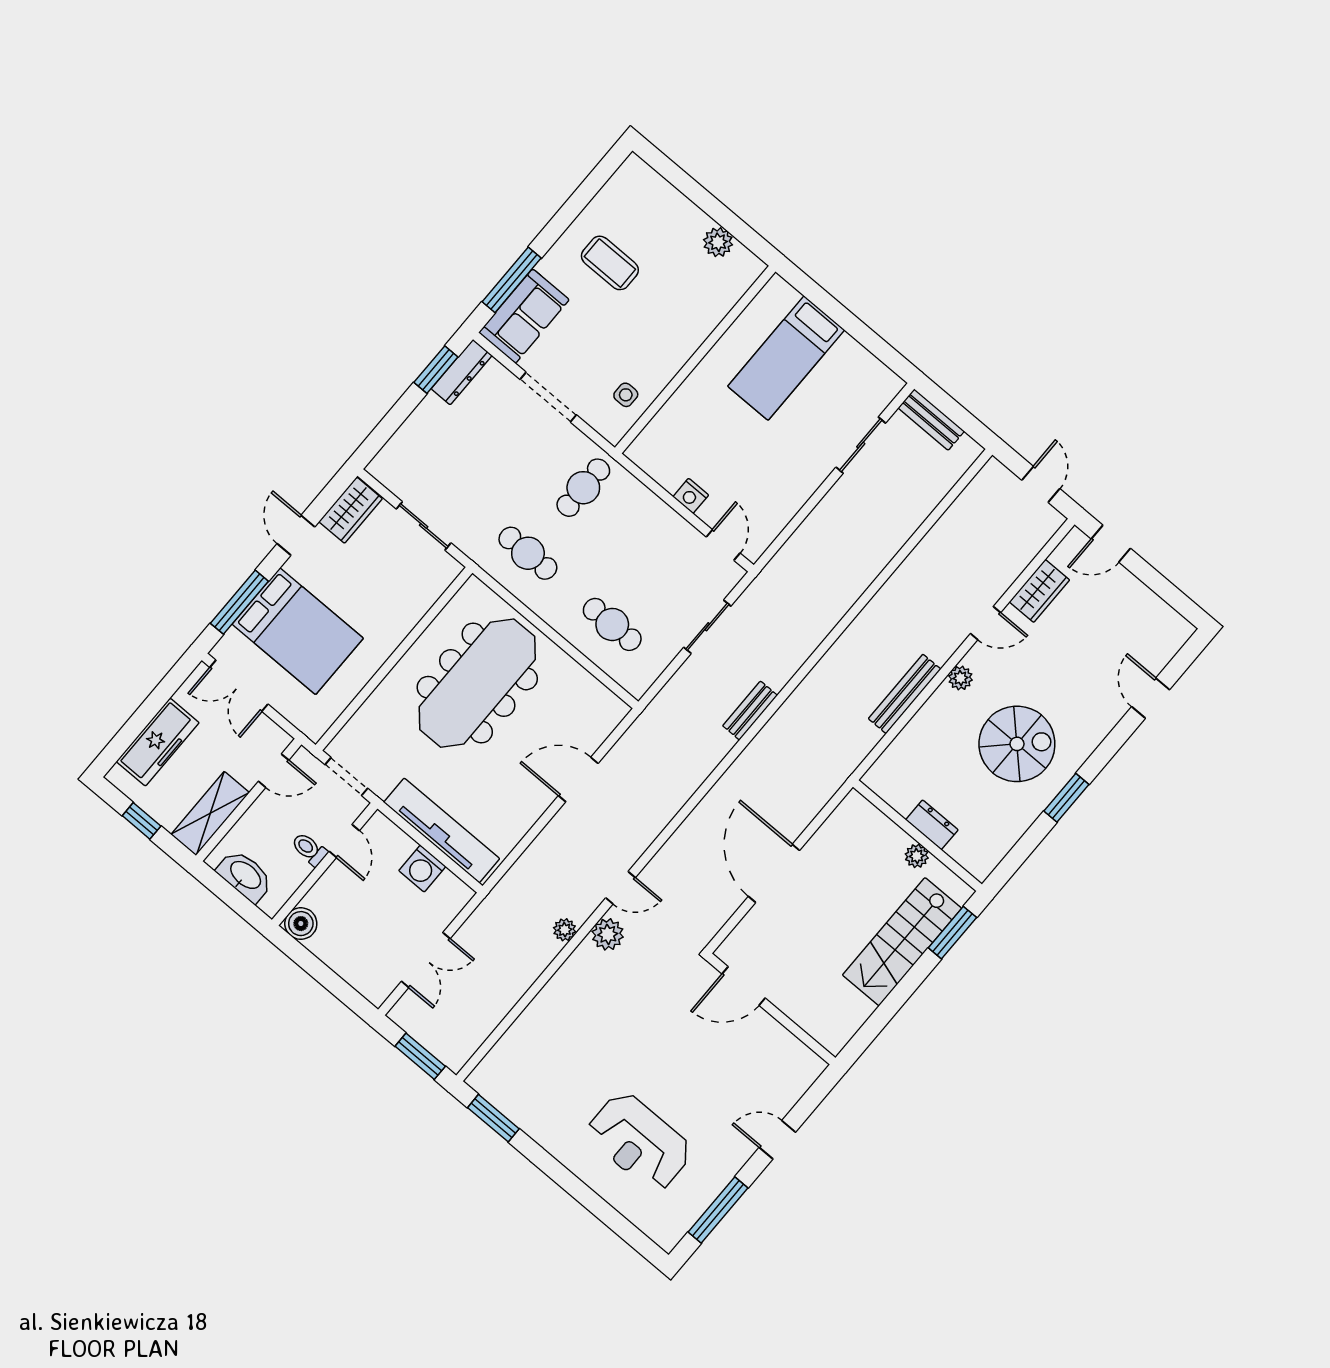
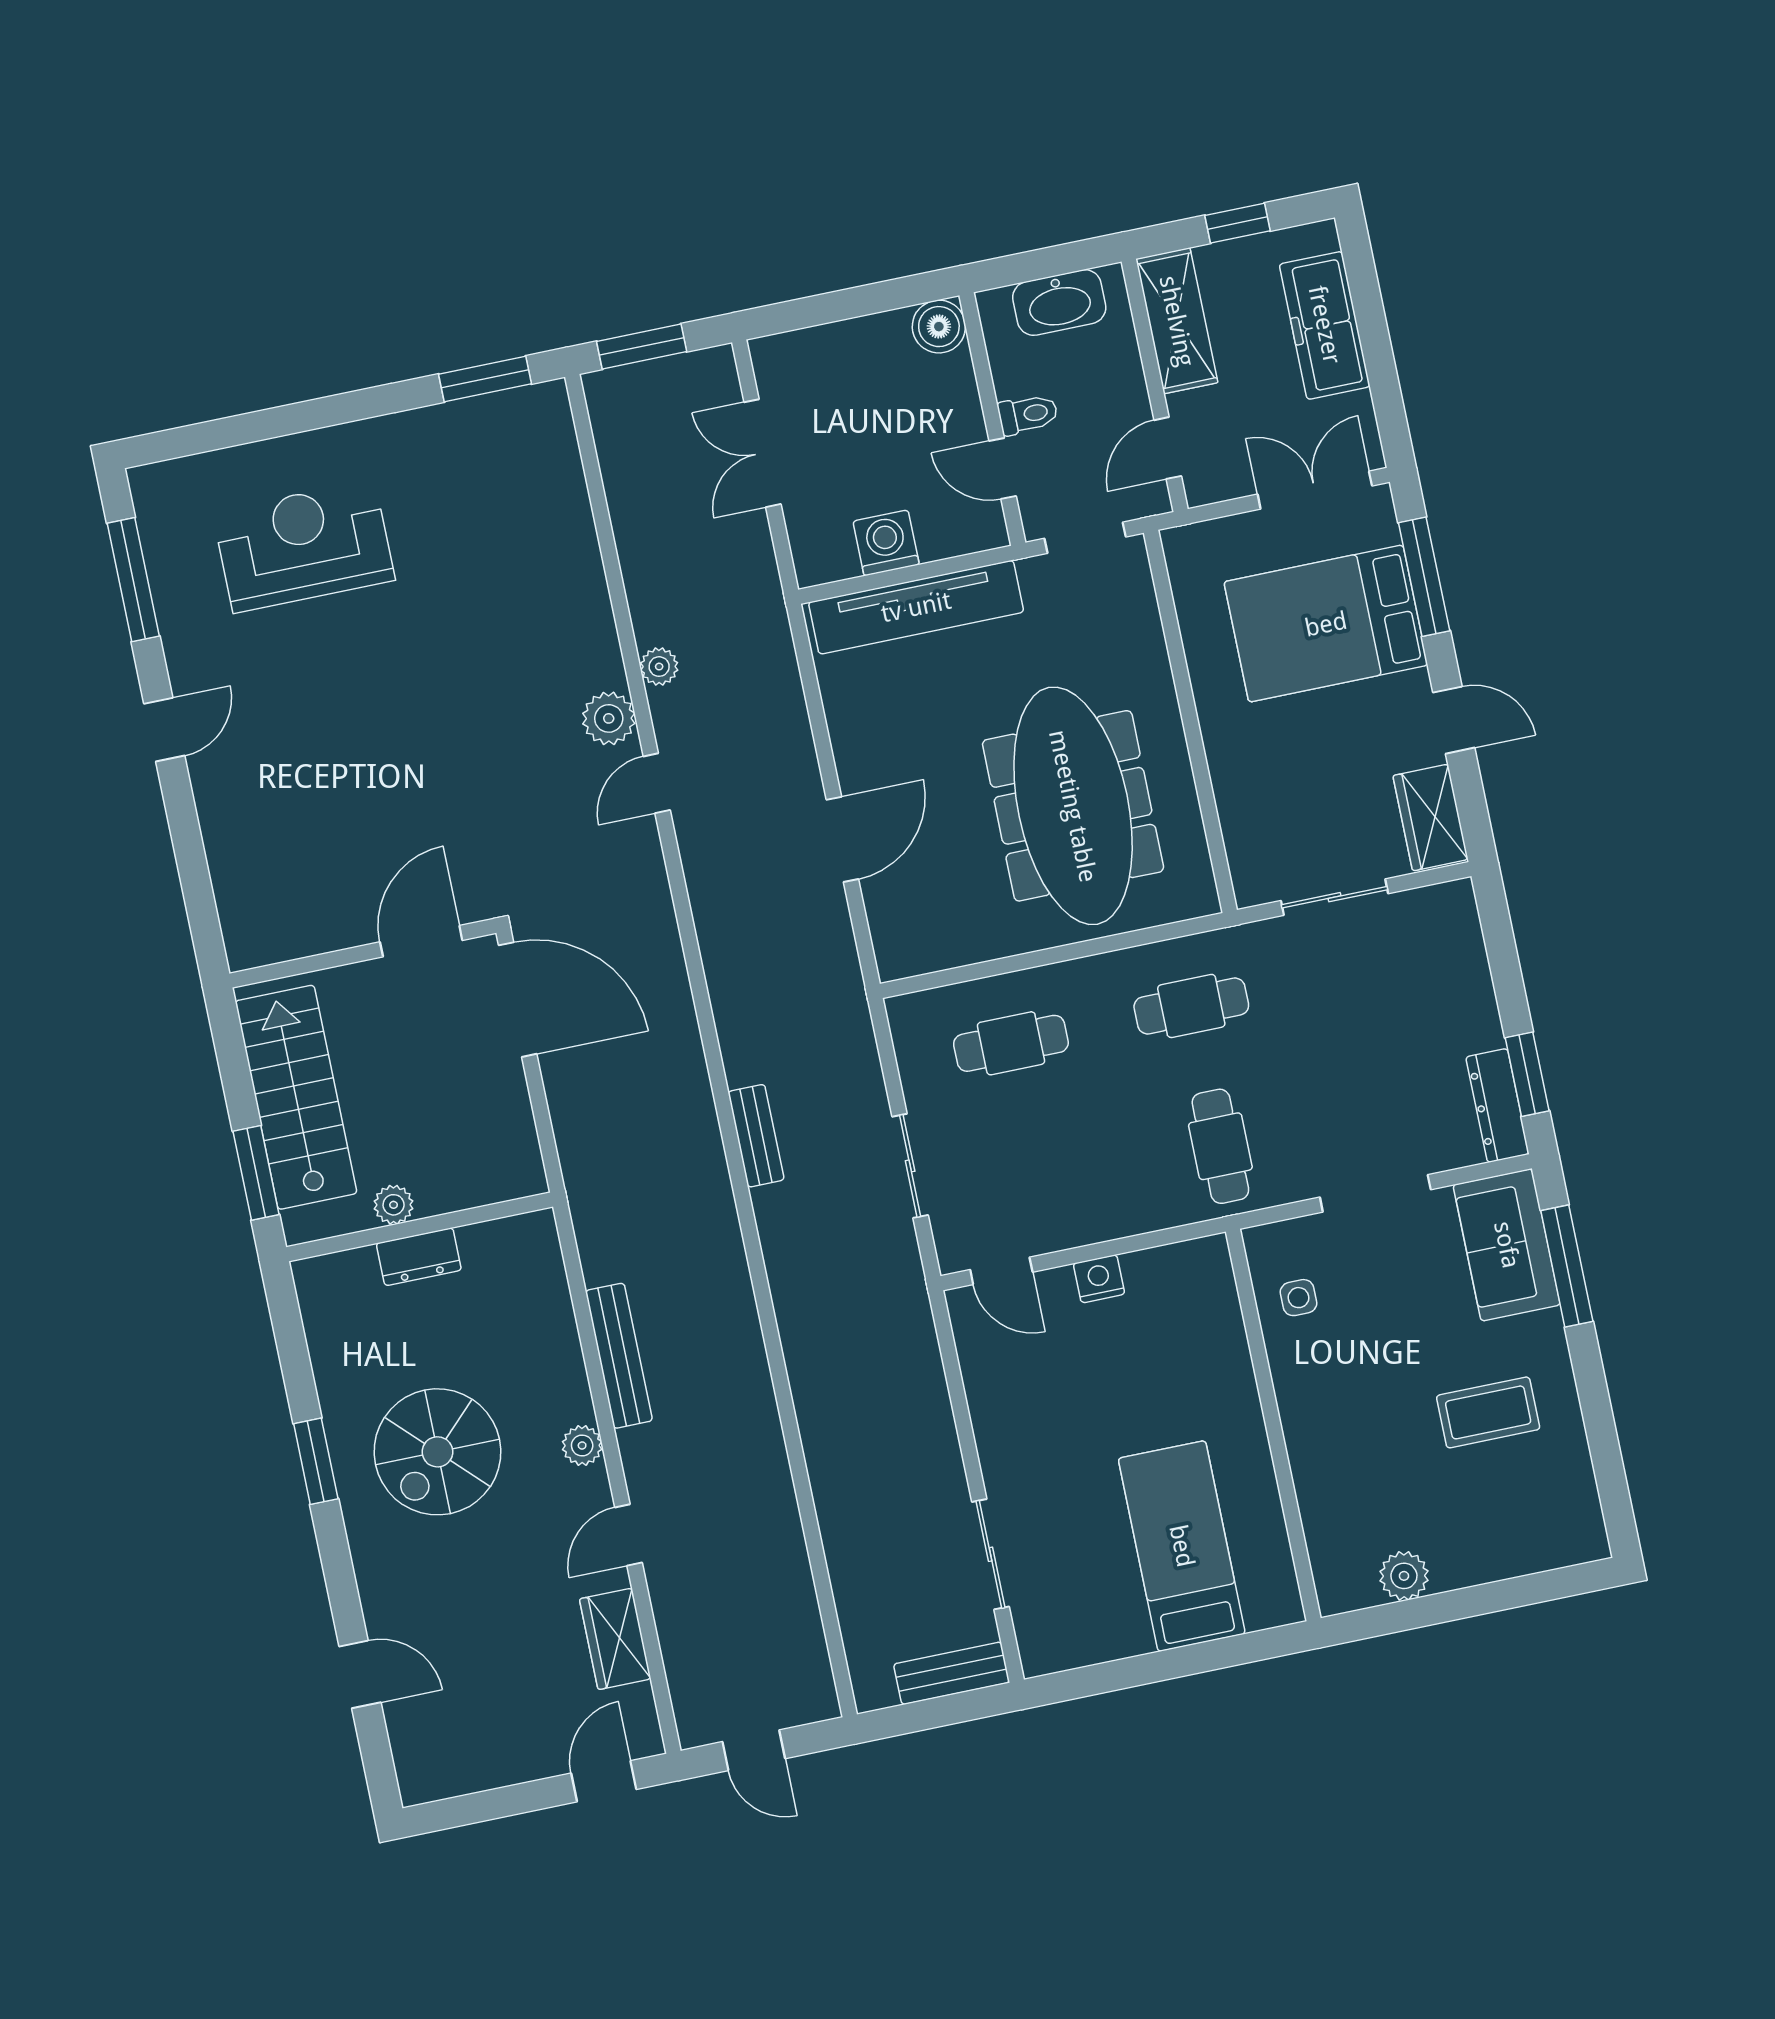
door: (744, 986) -> (421, 941), moved
wall: (771, 1009) -> (363, 953), moved

